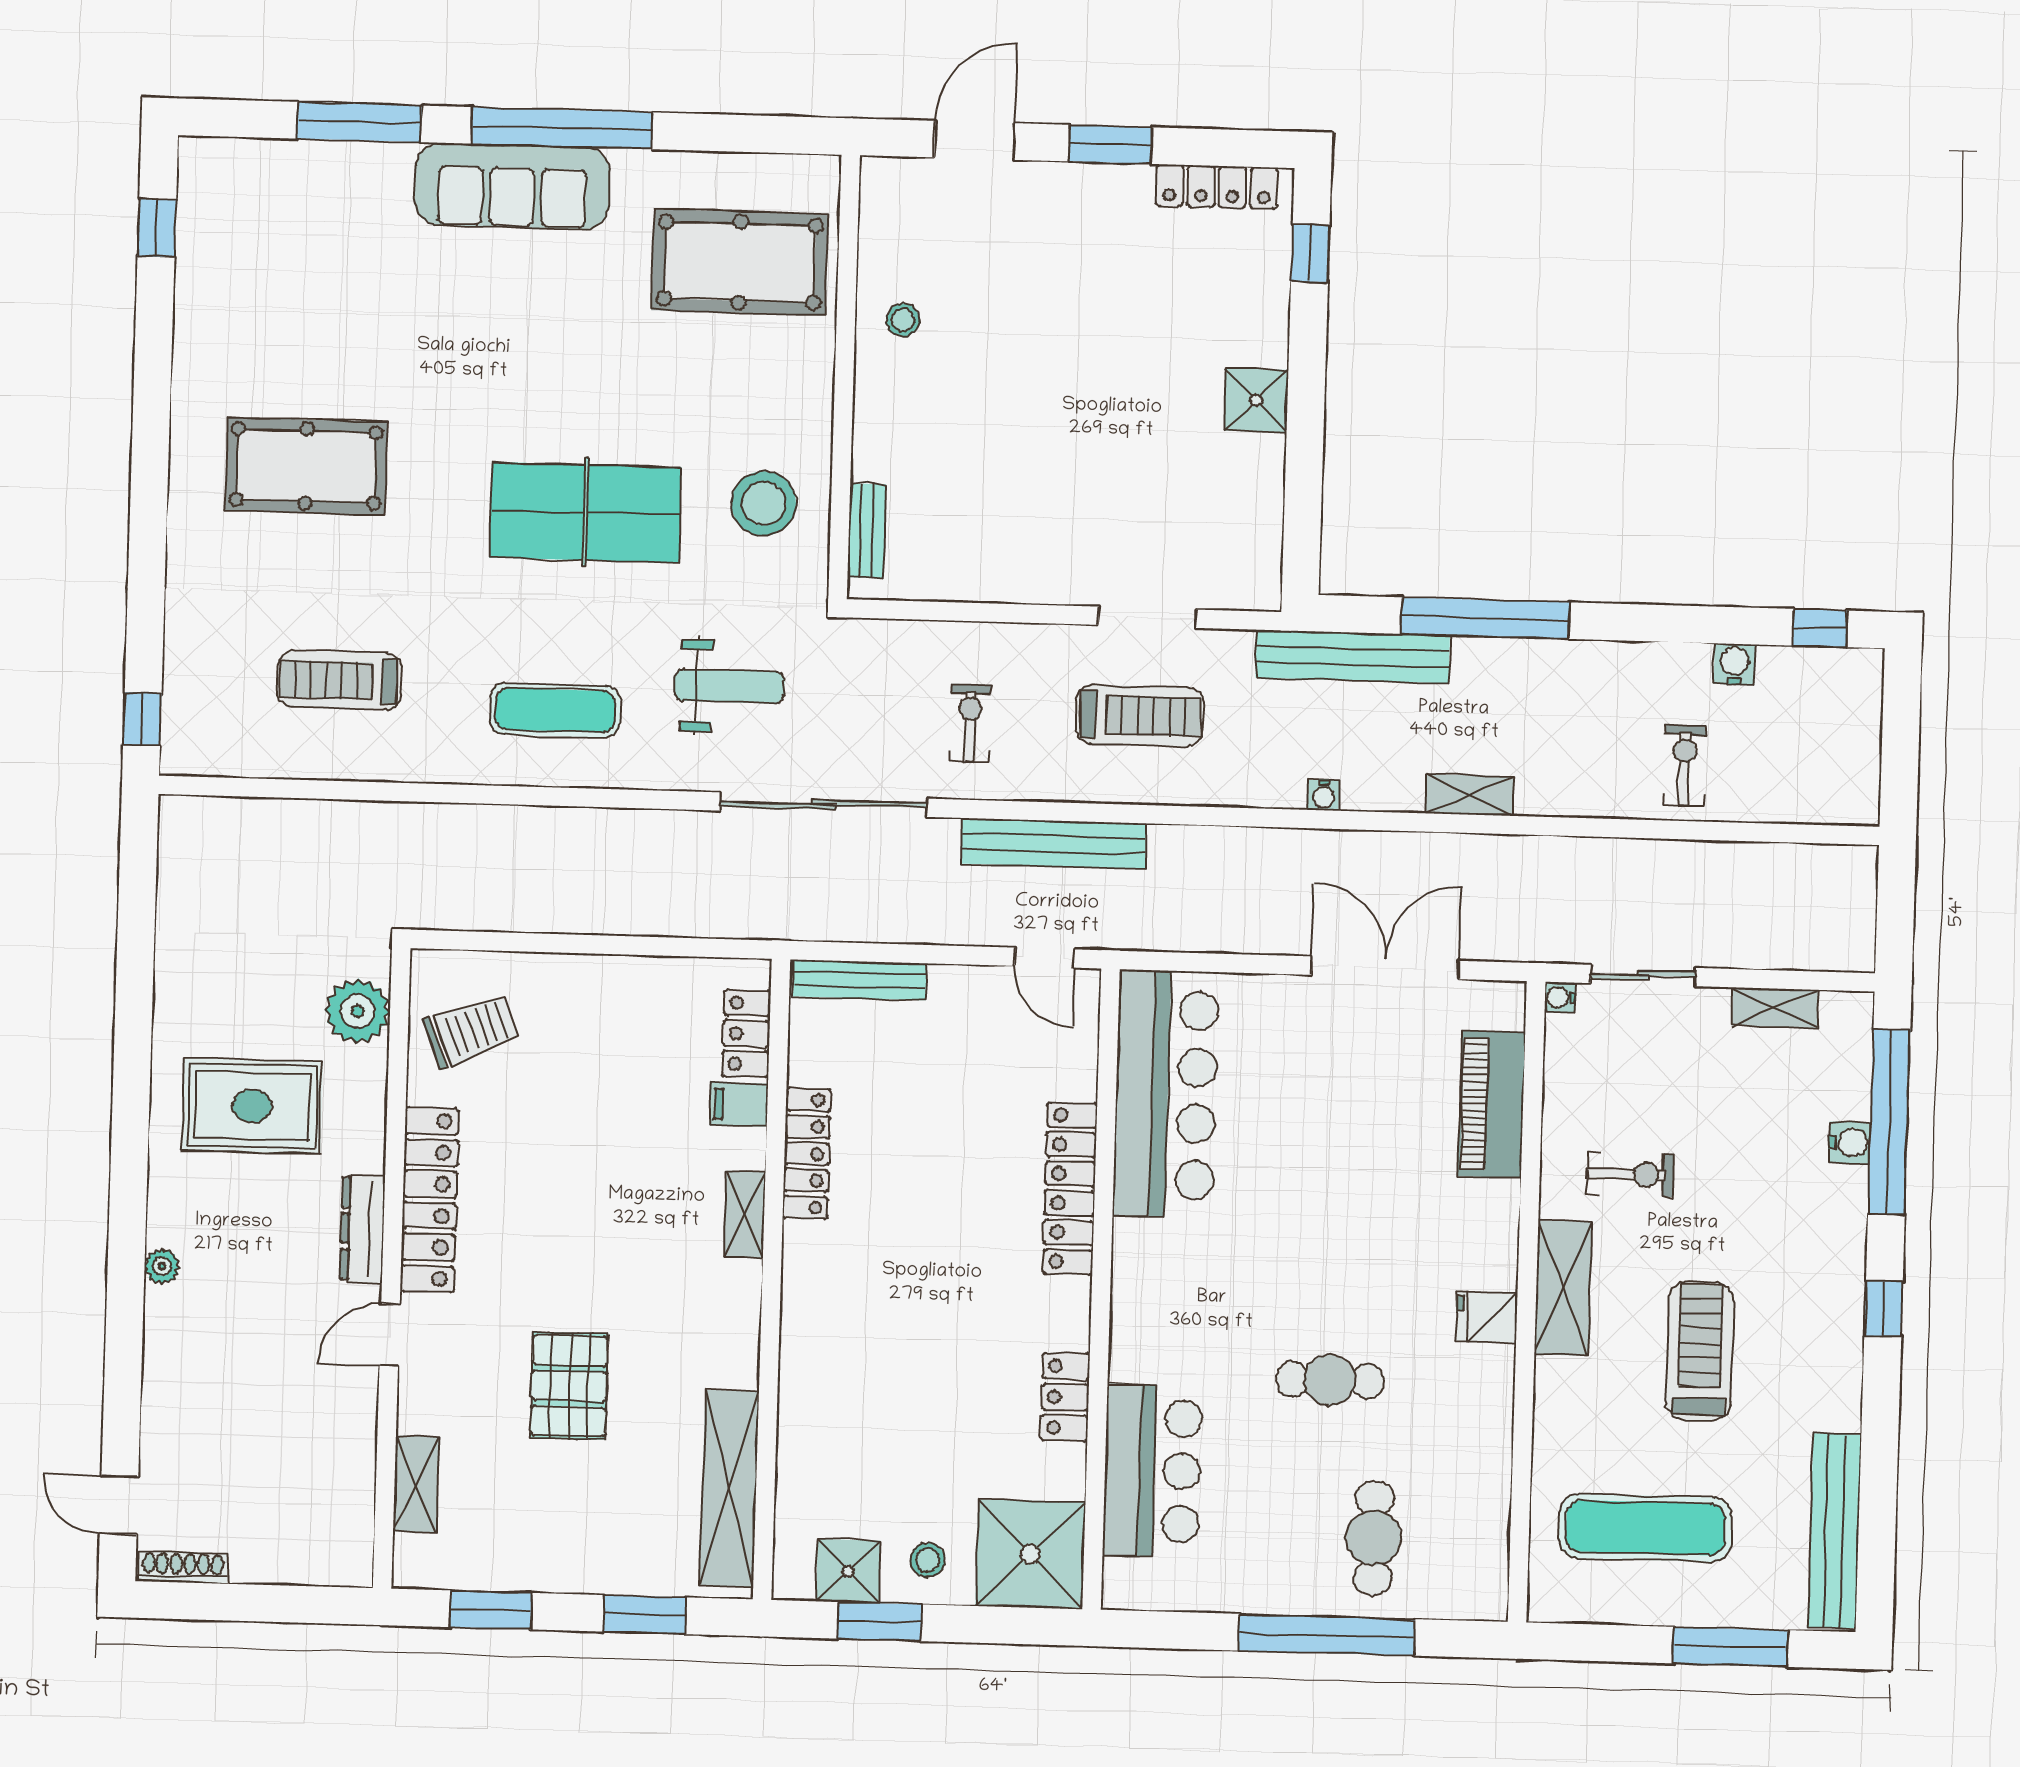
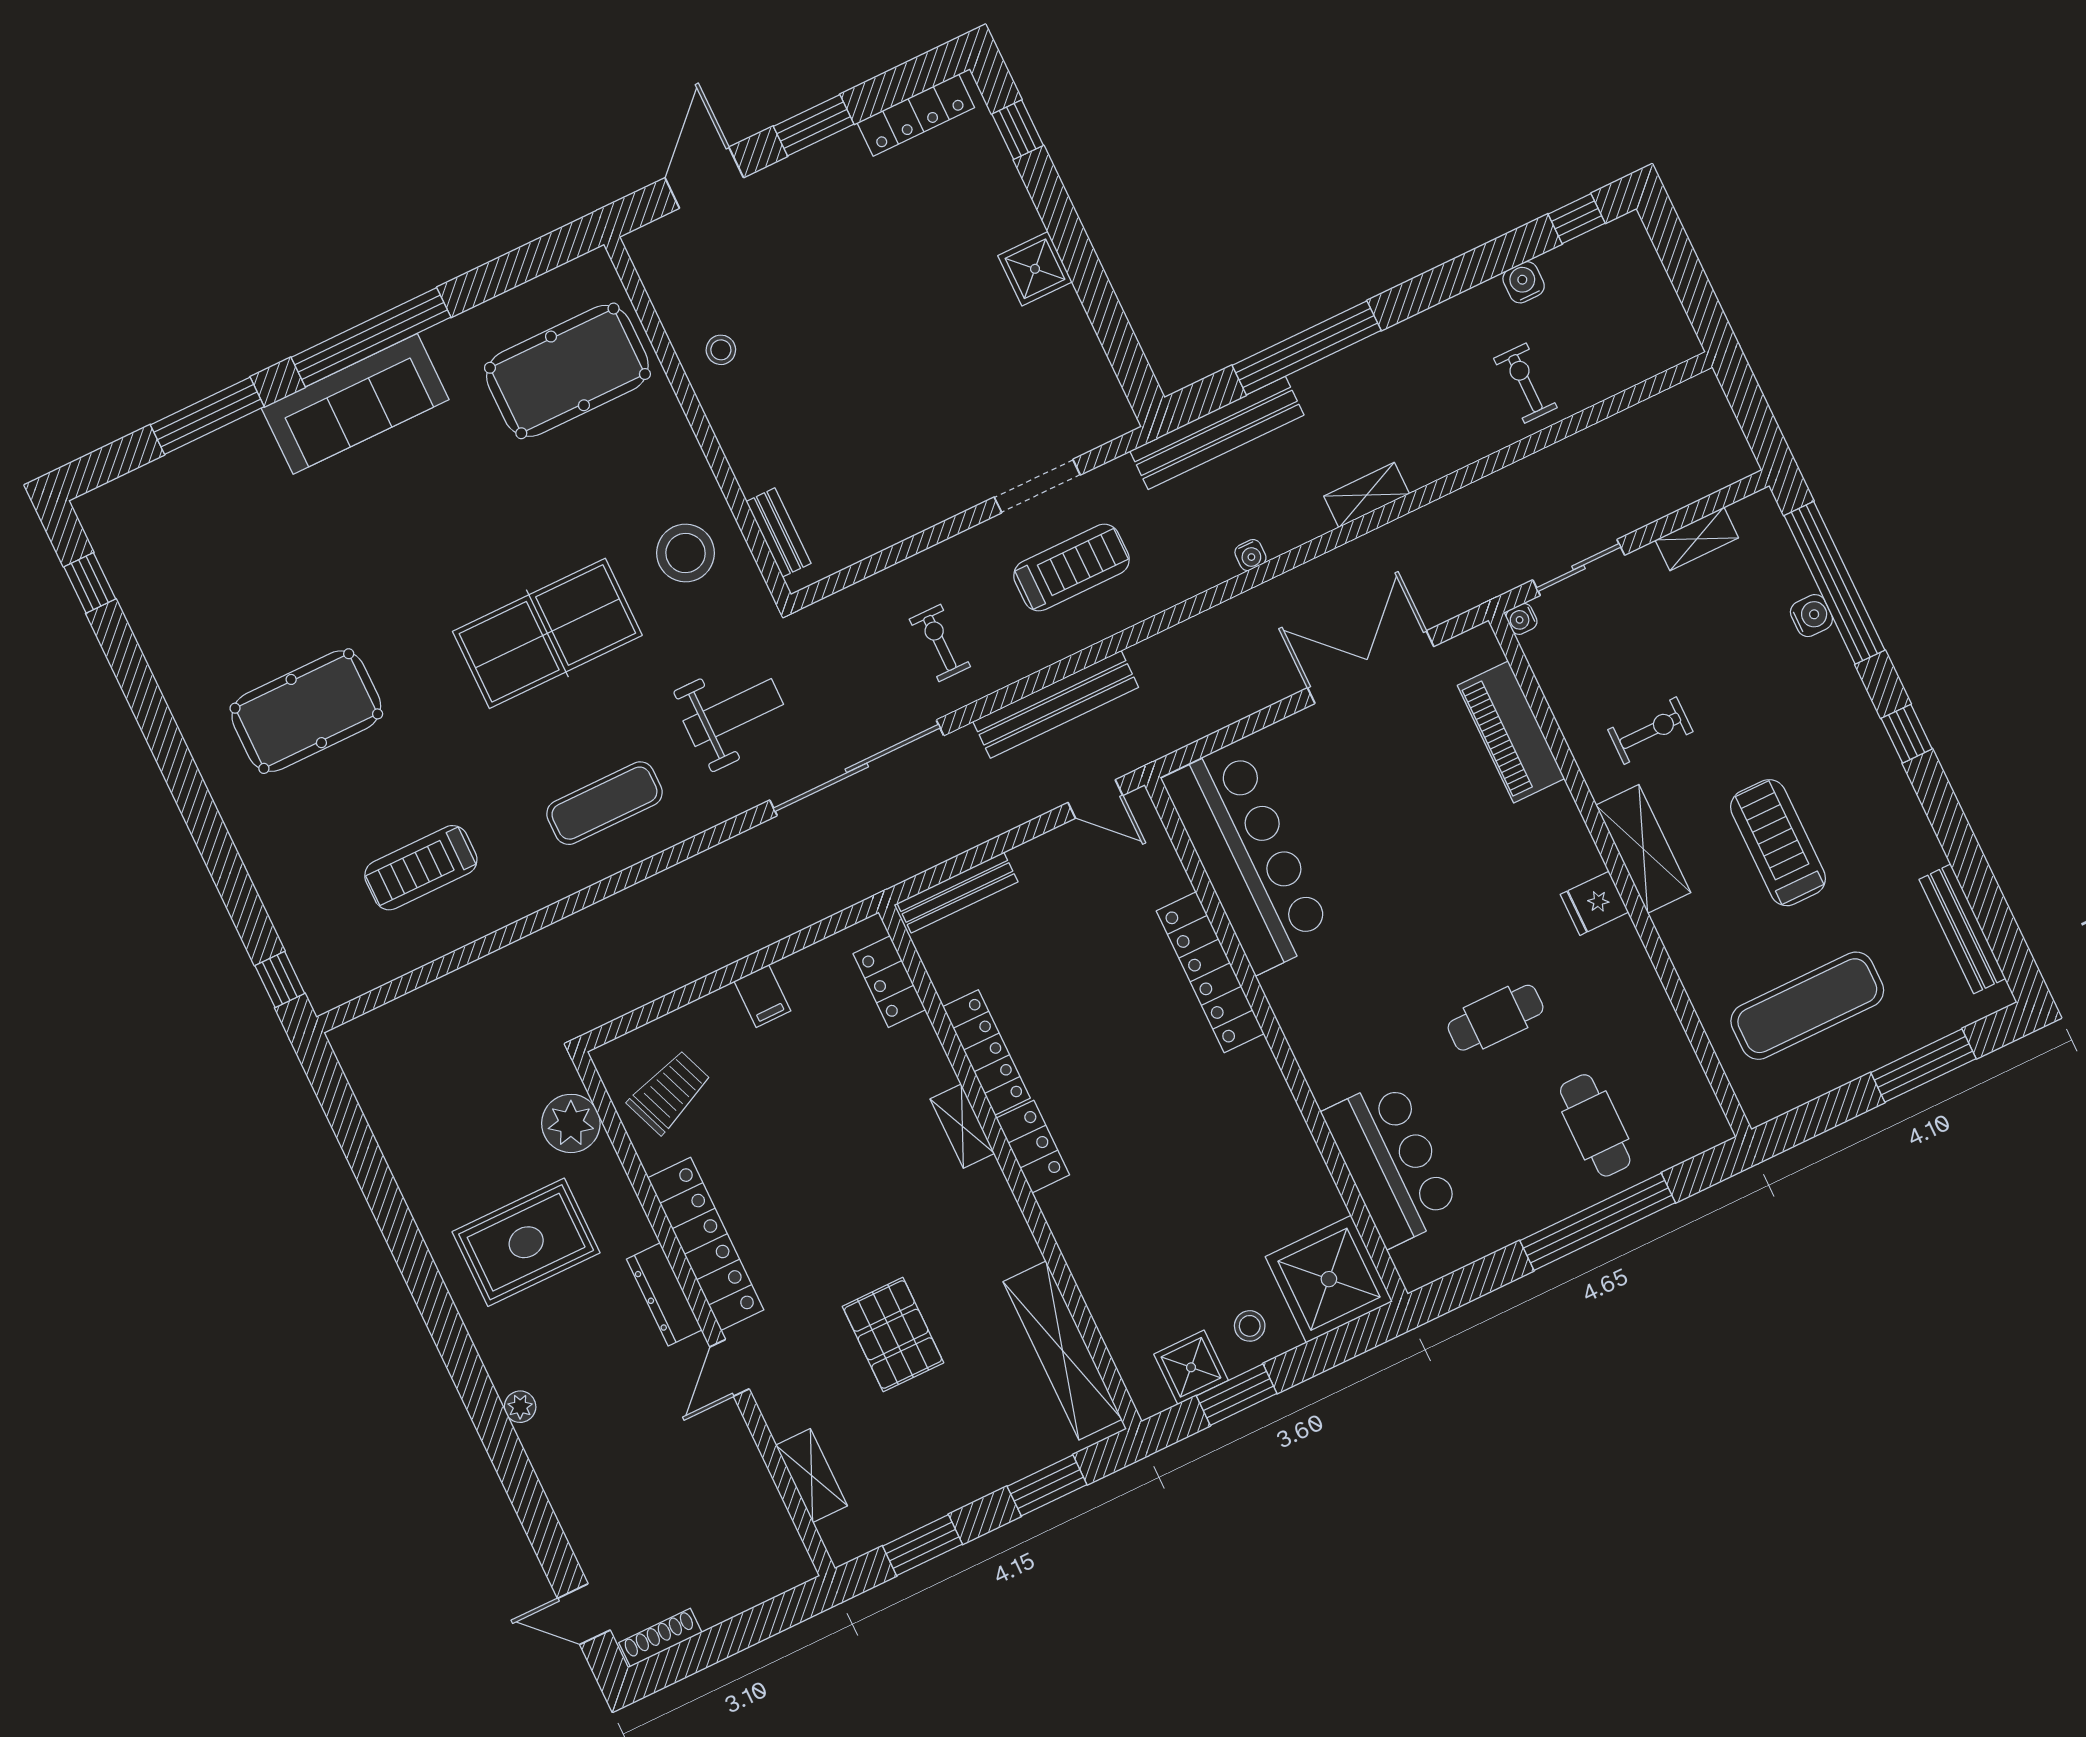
filing cabinet: (739, 1104) -> (762, 996), moved, turned -90
locker: (1065, 1397) -> (1033, 1147), moved, turned 180
bench: (1835, 1531) -> (1962, 929), width x0.73, depth x0.82

